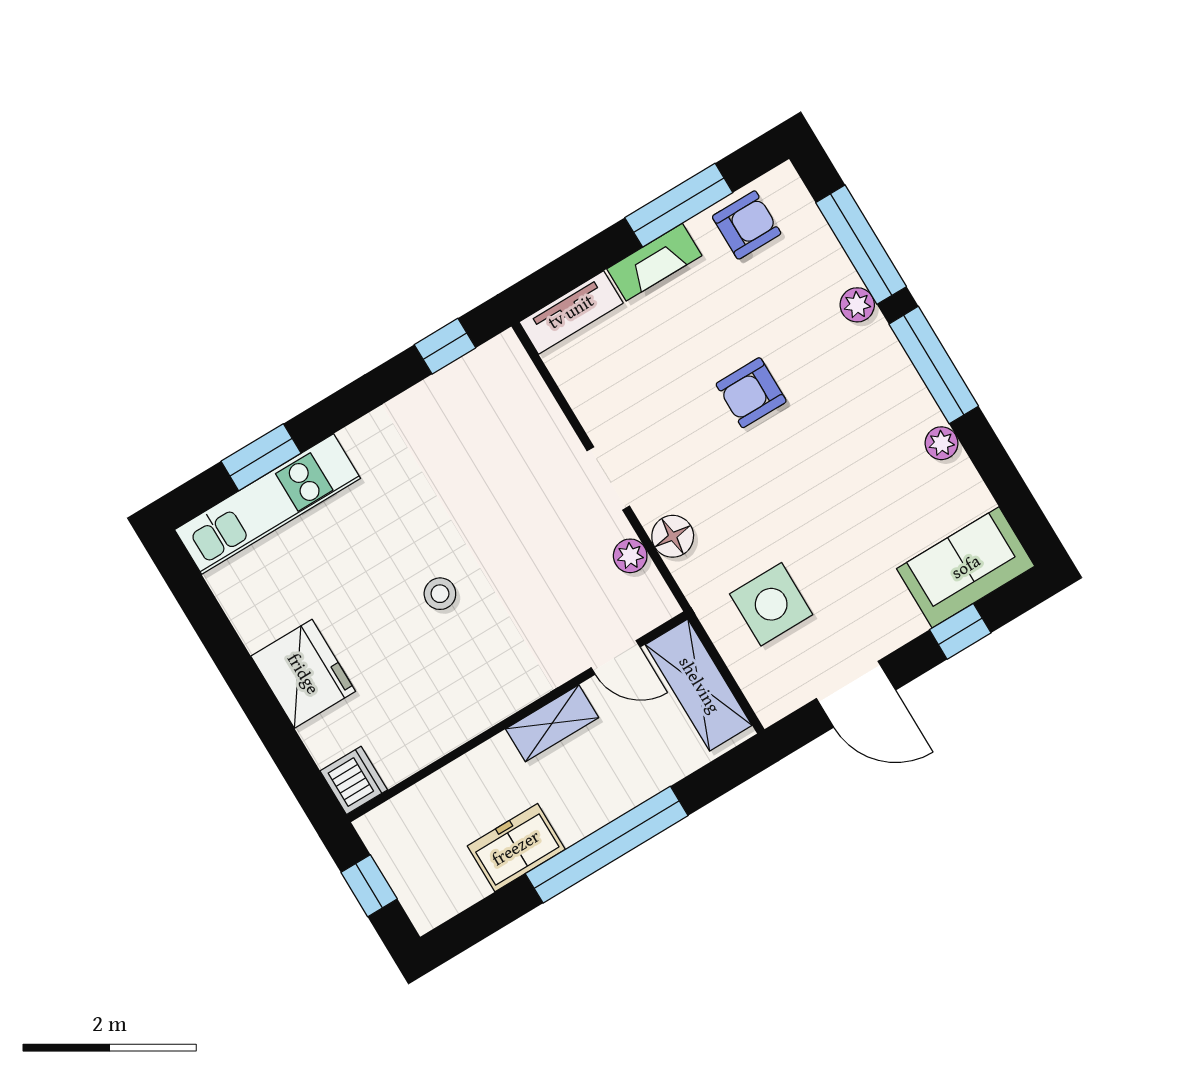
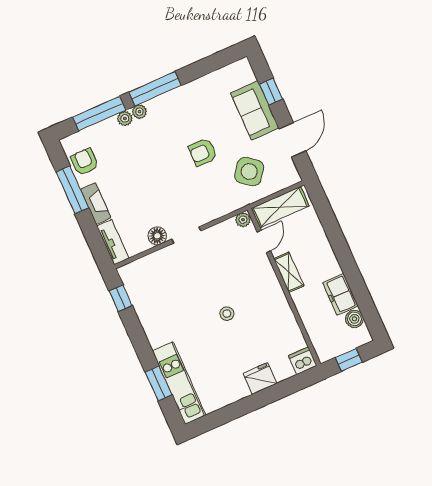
armchair: (751, 393) -> (203, 152), moved, turned 90
plant: (942, 443) -> (139, 112), moved
floor lamp: (673, 536) -> (157, 236), moved
plant: (630, 556) -> (243, 220), moved
sofa: (966, 567) -> (255, 111), moved
side table: (771, 604) -> (249, 172), turned 38
fridge: (303, 674) -> (260, 378), width x0.73, depth x0.75
window: (607, 845) -> (344, 255), removed
boiler: (464, 887) -> (354, 319), added

